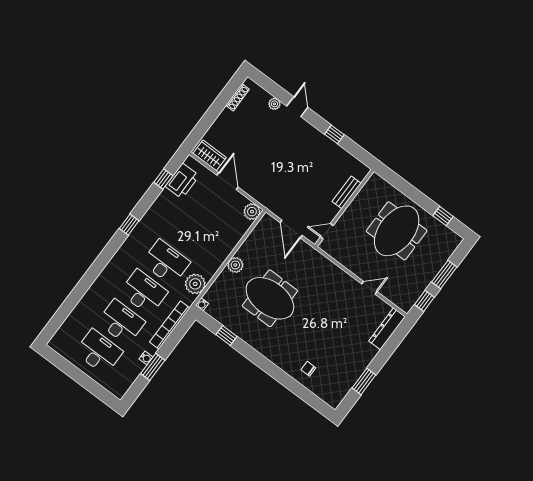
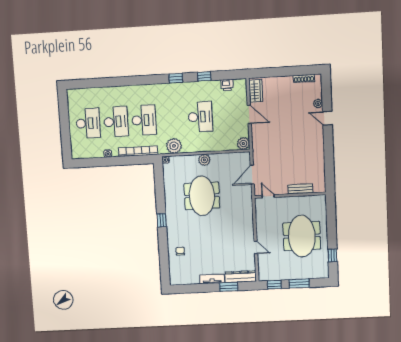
door: (297, 107) -> (327, 118), swing flipped
window: (334, 134) -> (329, 154), removed
window: (163, 179) -> (204, 76), moved
printer: (182, 181) -> (227, 85), width x0.53, depth x0.68
door: (228, 181) -> (249, 114), hinge flipped
meeting table: (397, 231) -> (302, 236), turned 90
desk: (166, 262) -> (200, 117), moved
window: (226, 336) -> (162, 220), moved
tv unit: (365, 360) -> (212, 279), added
window: (153, 367) -> (106, 162), removed
window: (364, 381) -> (229, 287), moved

